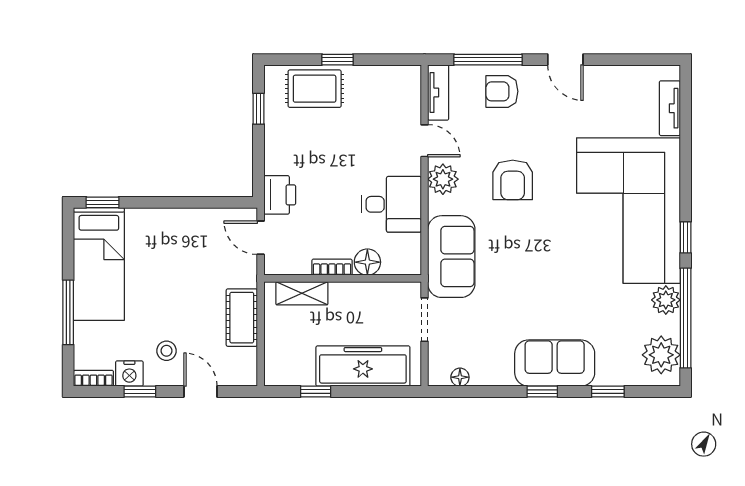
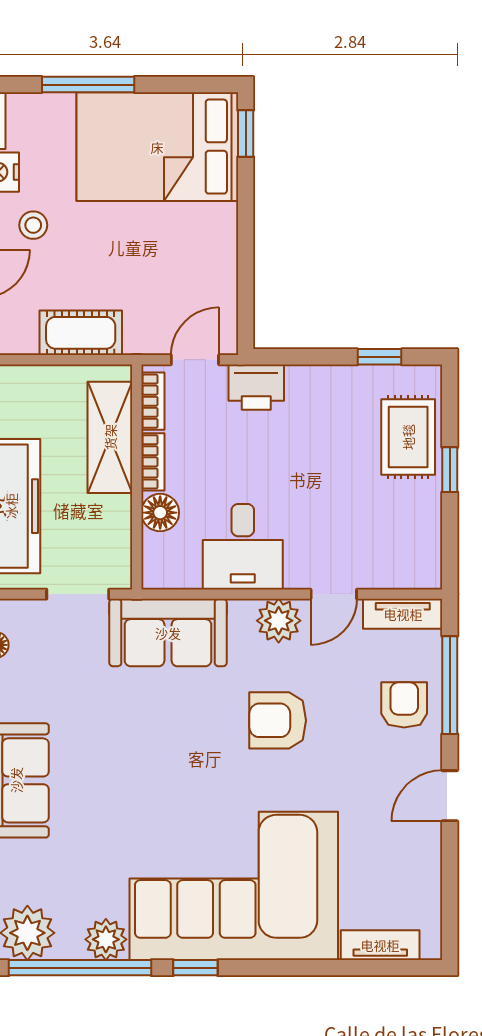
bed: (99, 264) -> (157, 147), width x1.50
bookcase: (290, 267) -> (153, 401), added
shelving: (302, 293) -> (110, 437), width x1.50, depth x1.33

